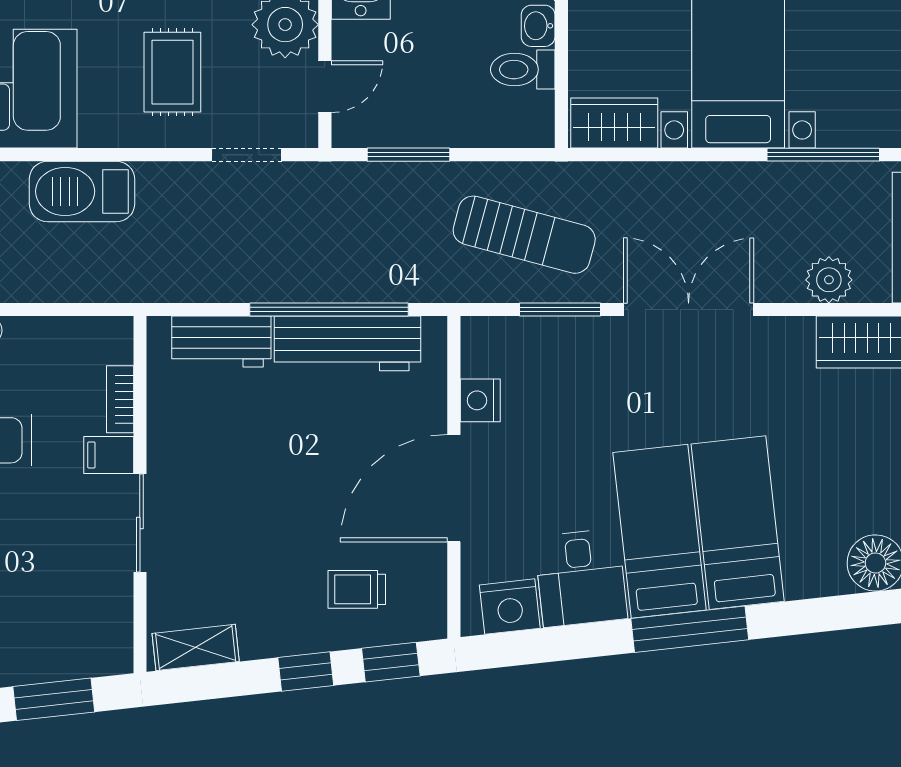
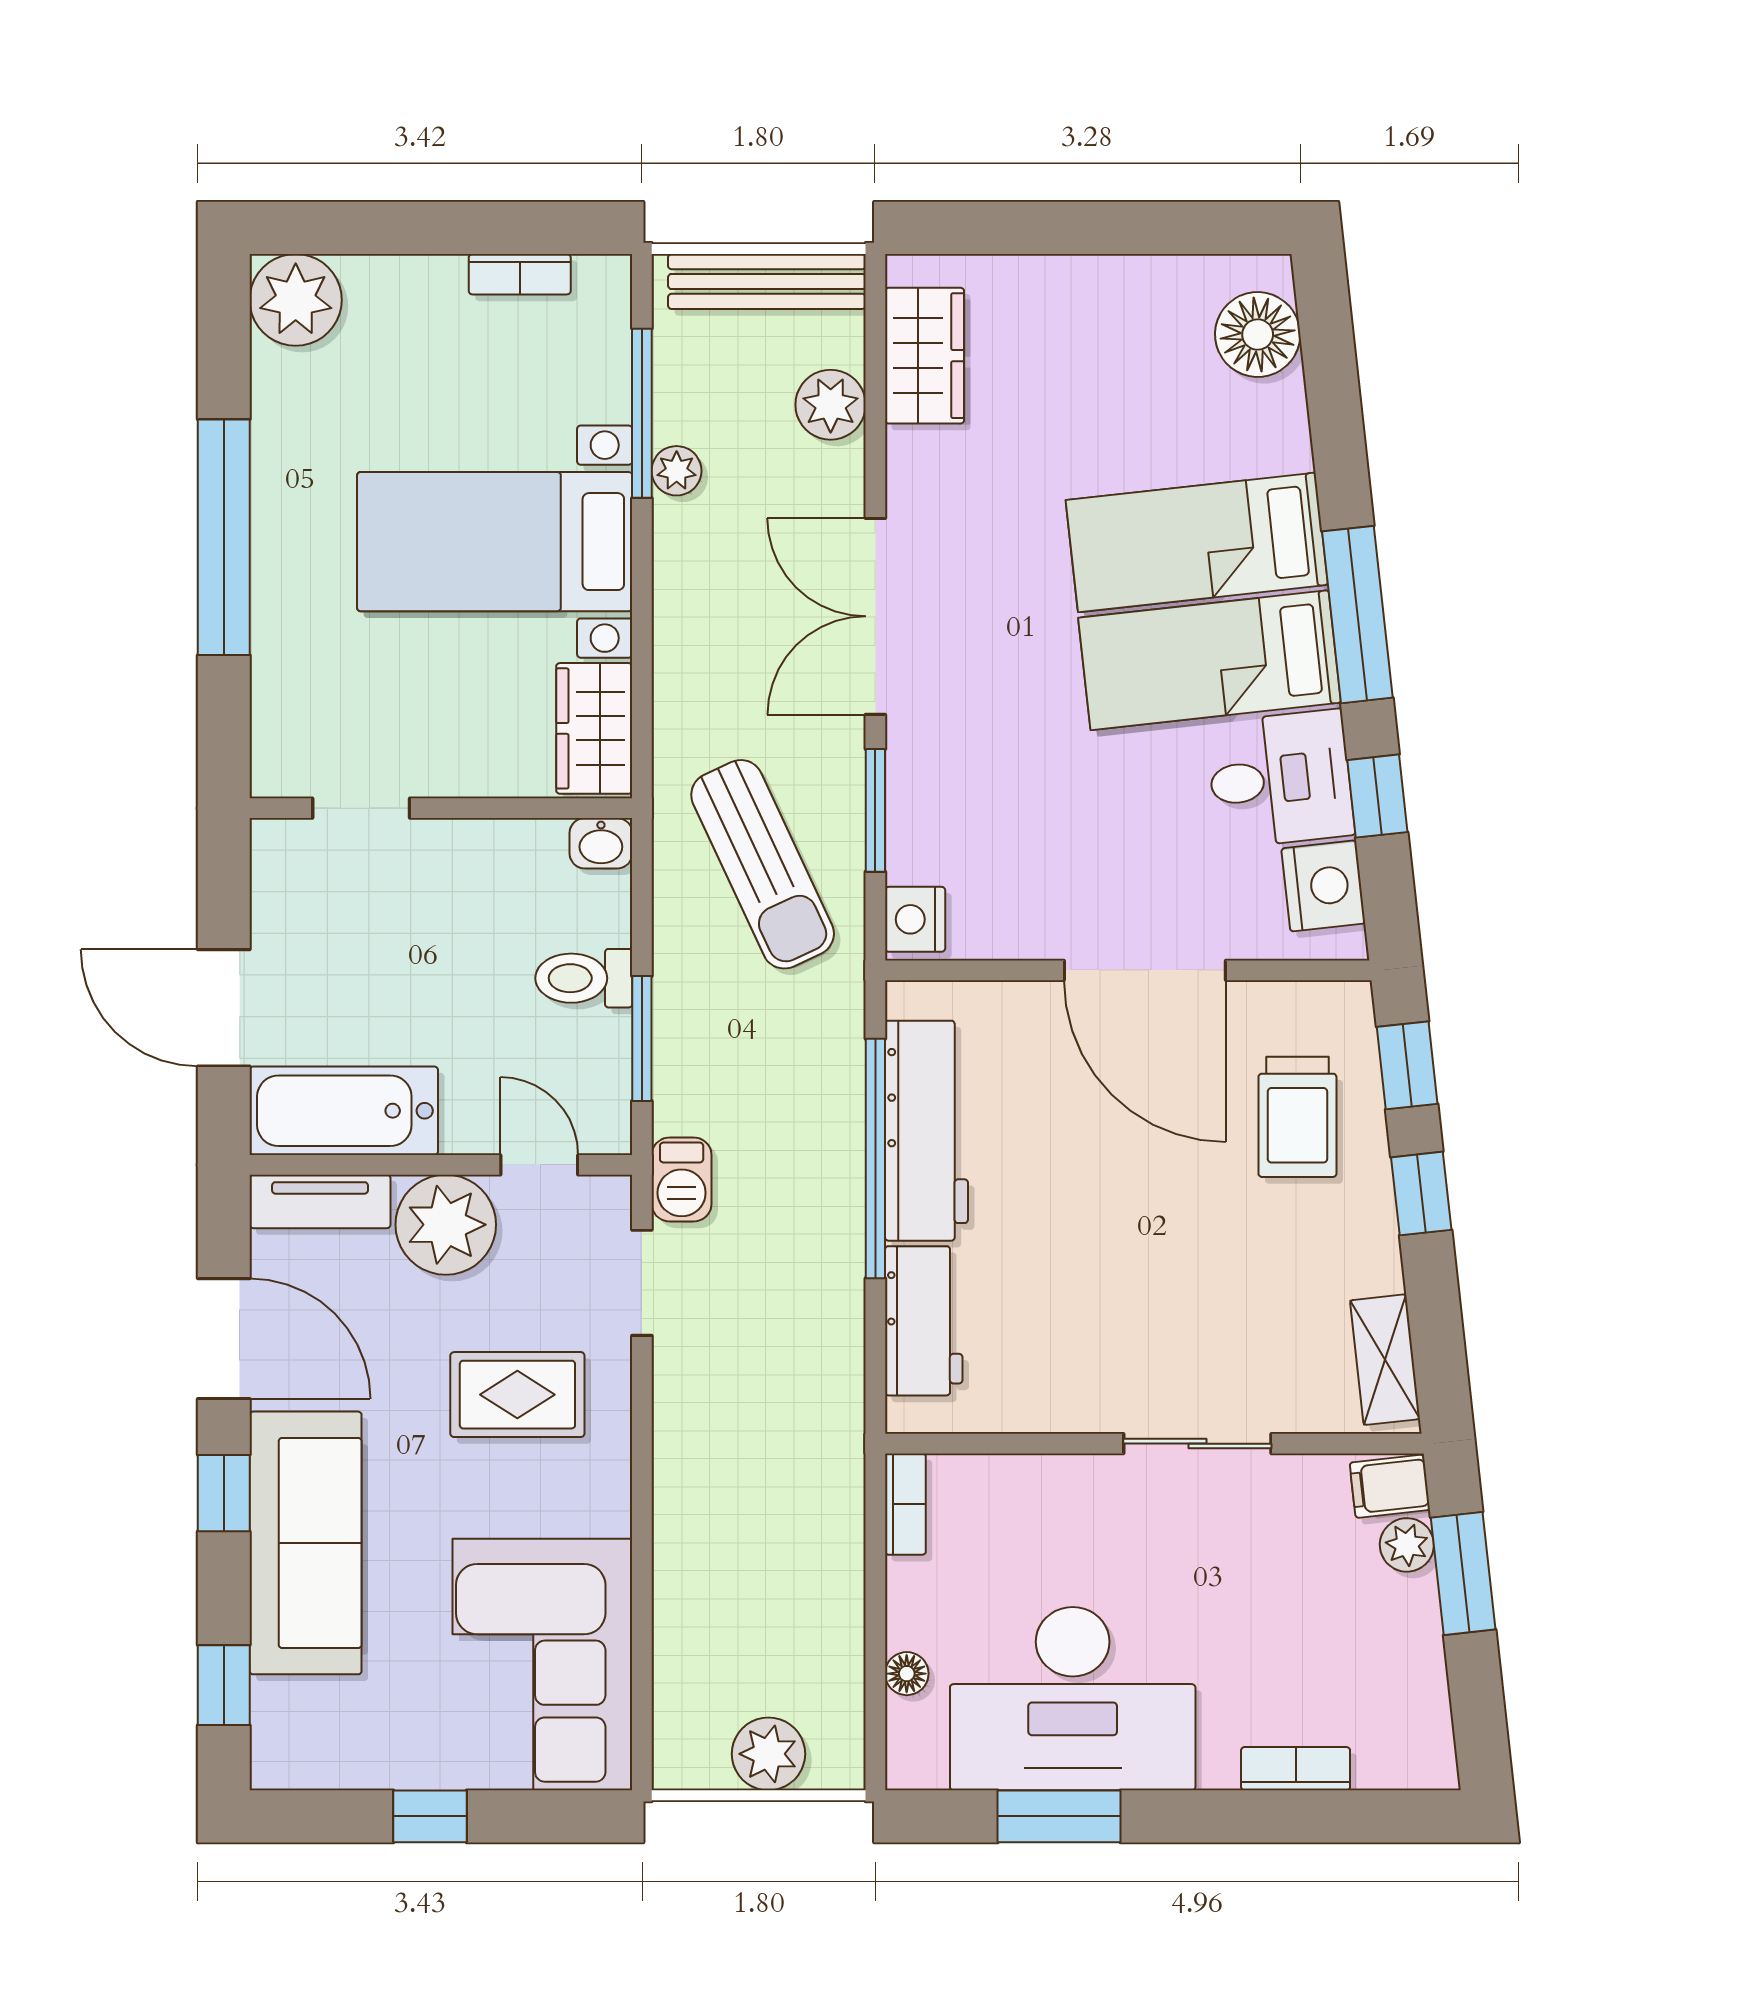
washbasin: (538, 26) -> (601, 843), moved
toilet: (523, 70) -> (584, 978), moved, turned 90
plant: (785, 178) -> (677, 471), added
barbecue: (82, 191) -> (682, 1179), moved, width x0.53, depth x0.65
sun lounger: (524, 235) -> (763, 864), turned 140
bookcase: (120, 399) -> (905, 1504), moved, turned -90
nightstand: (480, 400) -> (915, 919), moved, turned 90
filing cabinet: (109, 455) -> (1390, 1486), moved, turned 84
trolley: (357, 589) -> (1297, 1117), width x1.36, depth x1.39
window: (569, 642) -> (1377, 796), added
plant: (73, 662) -> (1407, 1545), added

